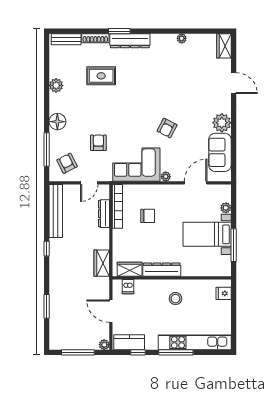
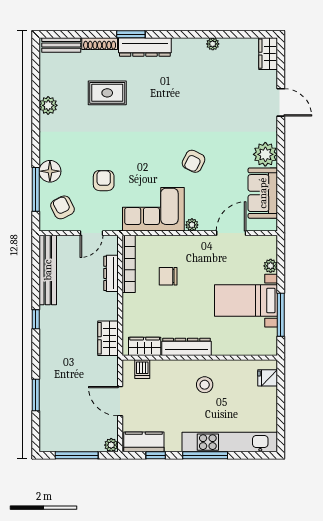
floor lamp: (57, 122) -> (50, 171), moved
chair: (148, 216) -> (168, 276), turned 180

